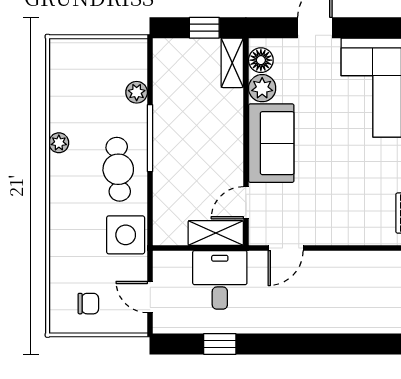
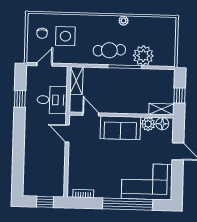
plant: (137, 92) -> (143, 56), width x1.87, depth x1.87
shelving: (216, 233) -> (76, 81), moved
side table: (126, 235) -> (65, 36), moved

